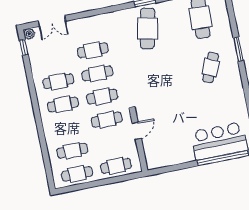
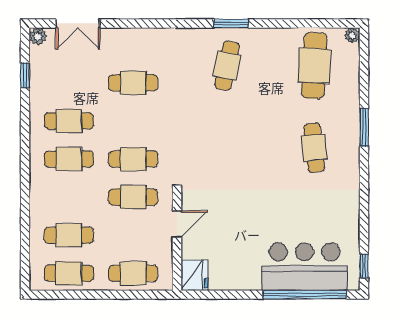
cafe table: (148, 28) -> (227, 66), width x0.73, depth x0.74
window: (24, 47) -> (25, 75), moved
cafe table: (211, 68) -> (314, 148), turned -30
cafe table: (97, 73) -> (133, 121), removed
fridge: (153, 160) -> (194, 275), added

